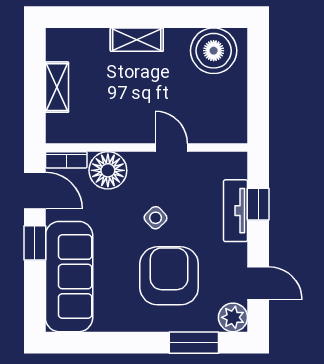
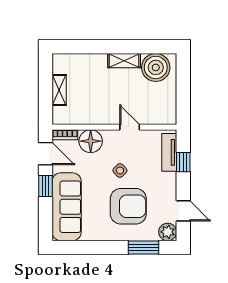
shelving: (137, 40) -> (124, 61), moved
tv unit: (236, 211) -> (169, 152), moved
armchair: (169, 276) -> (128, 206), turned 90

